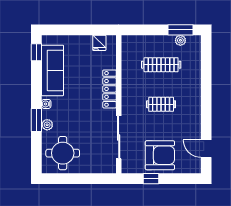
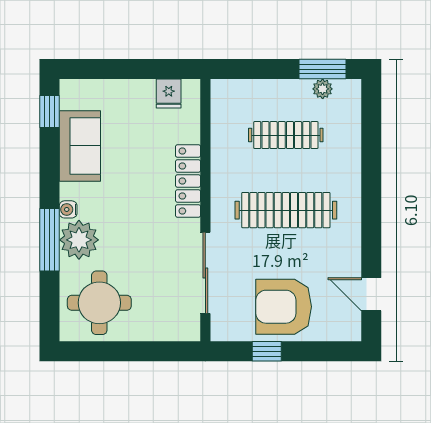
sofa: (52, 70) -> (80, 146), width x0.73
clothes rail: (161, 104) -> (286, 210), width x1.86, depth x1.31
window: (36, 120) -> (49, 240), width x1.44
plant: (47, 125) -> (79, 240), width x1.87, depth x1.87
armchair: (160, 155) -> (284, 307), turned 180

